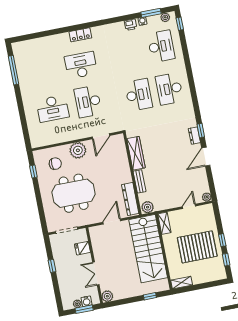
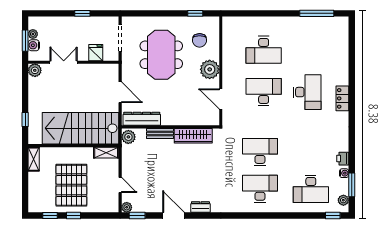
desk: (139, 95) -> (260, 152), turned 180
desk: (53, 109) -> (264, 50), turned -90
window: (201, 131) -> (137, 216), moved

